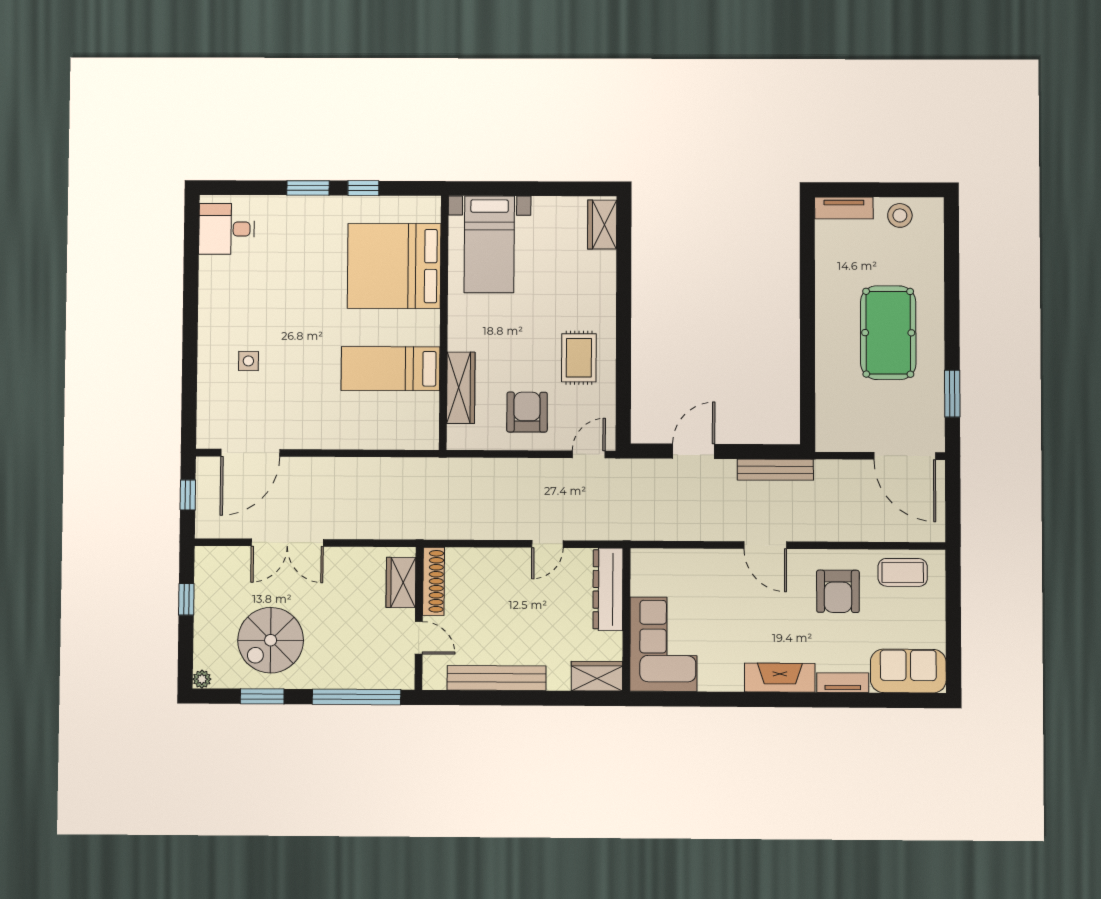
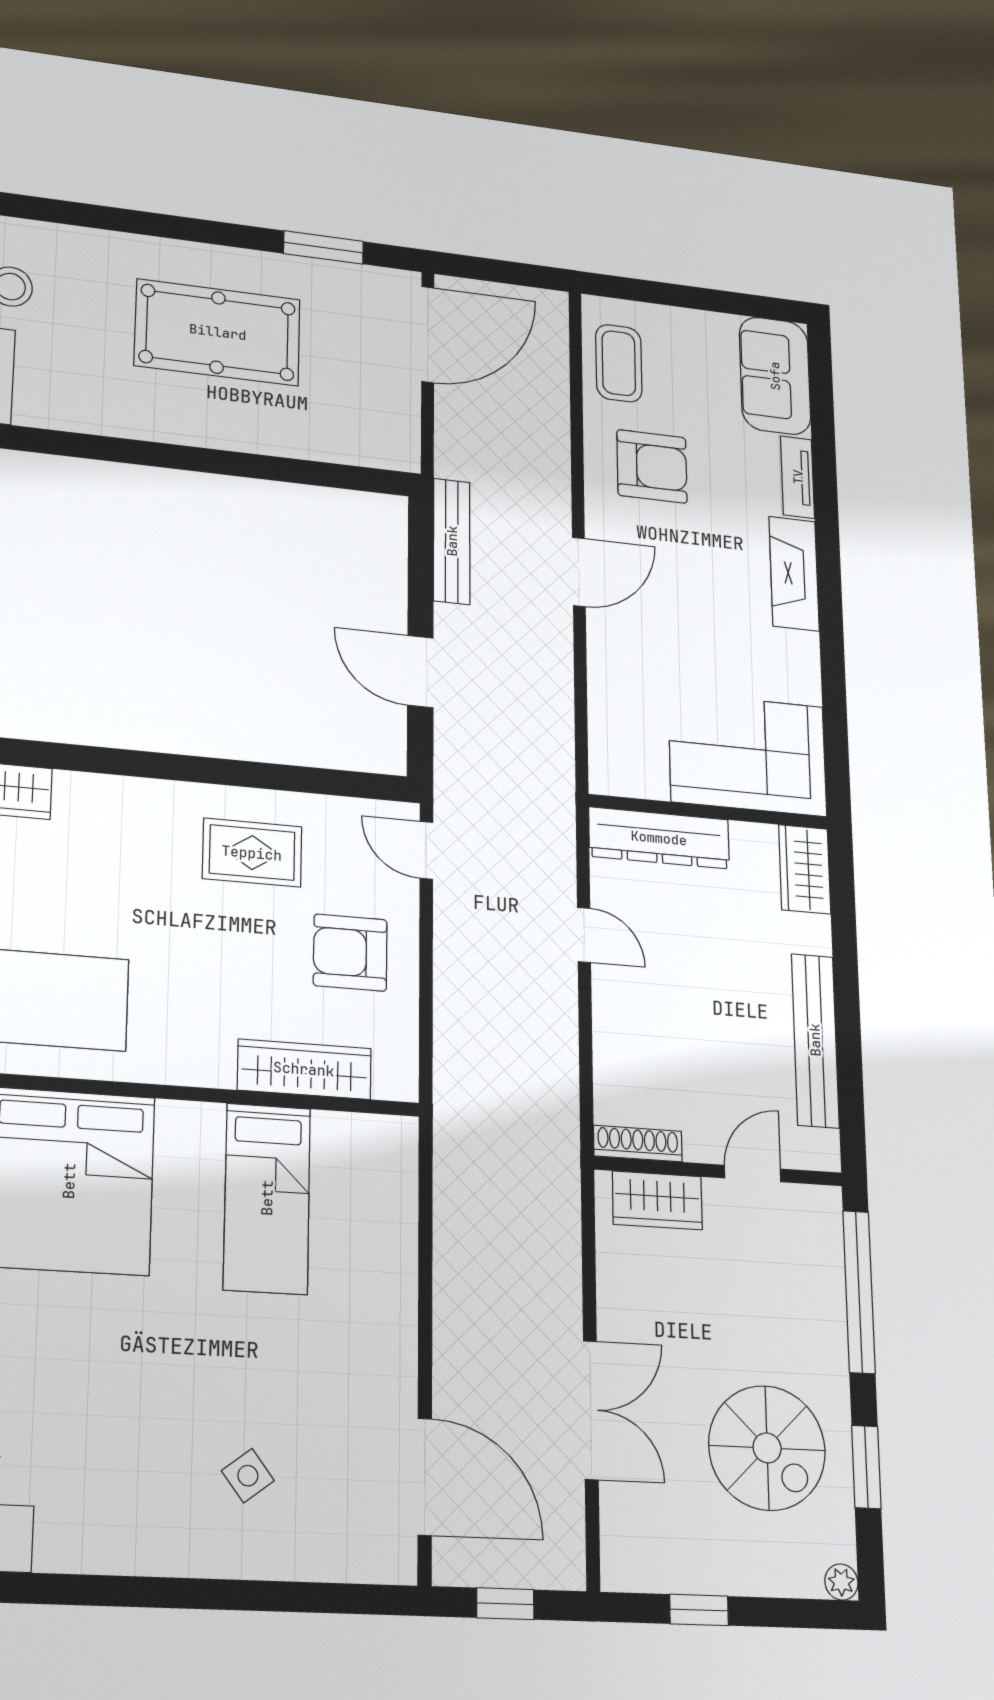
side table: (248, 361) -> (248, 1476), turned -37
shoe rack: (434, 581) -> (638, 1144), width x0.74, depth x0.81

